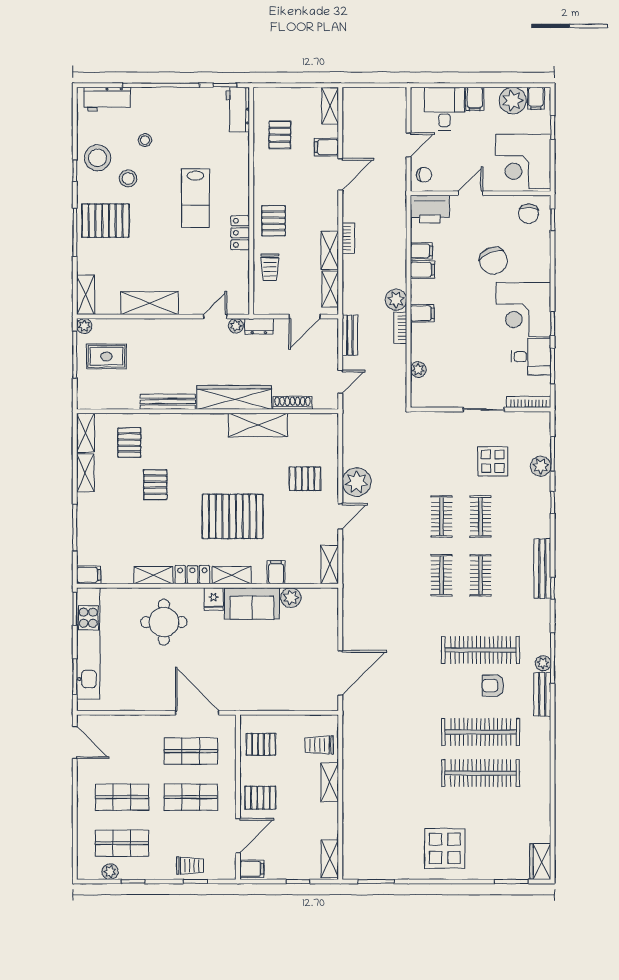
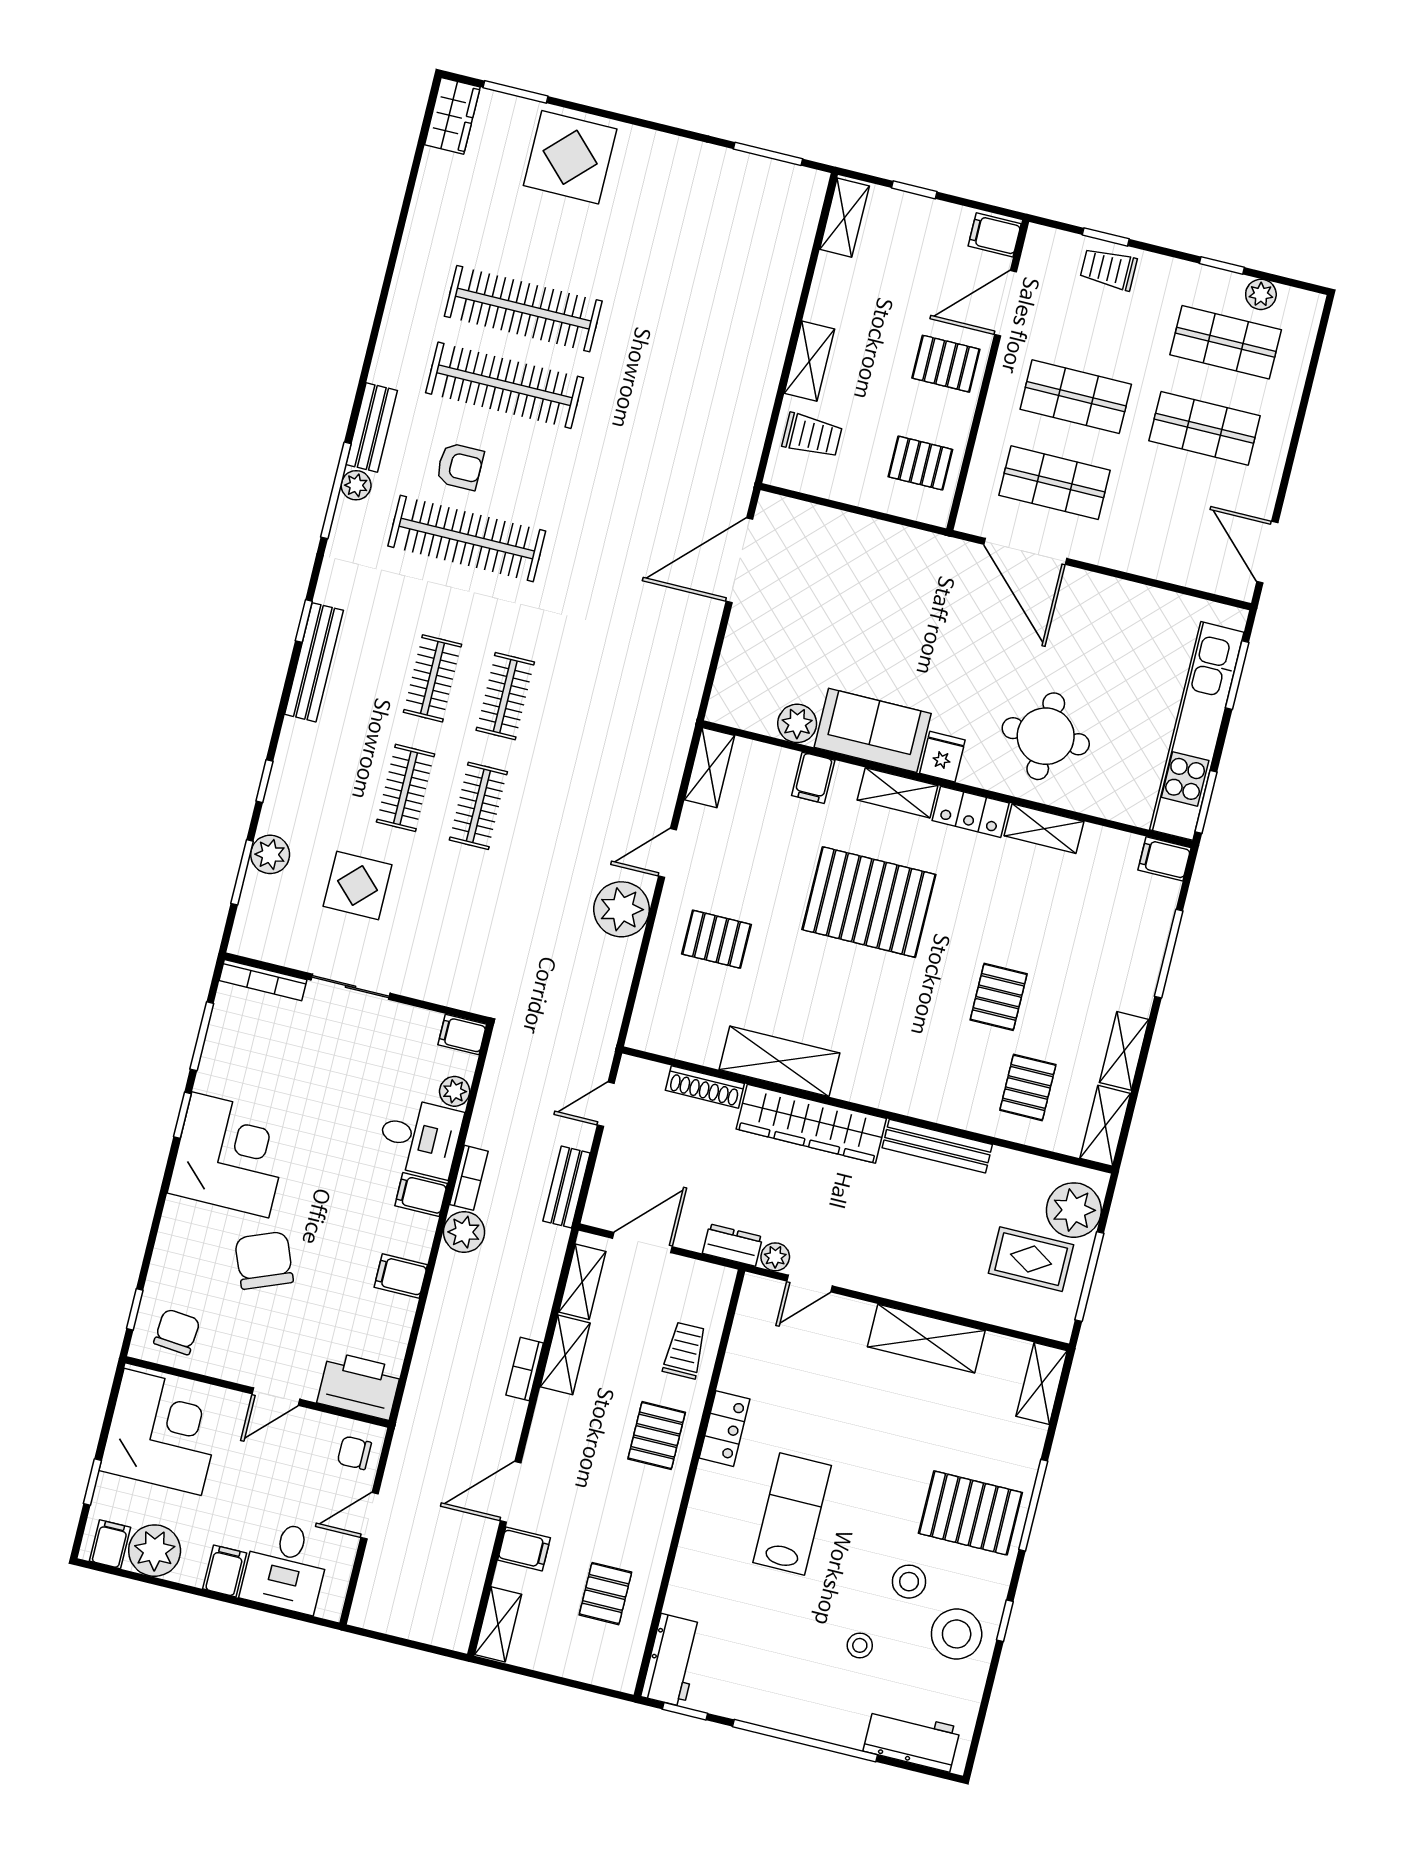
filing cabinet: (421, 251) -> (462, 1035), moved
plant: (84, 326) -> (1074, 1210), moved, width x1.88, depth x1.88
desk: (531, 357) -> (420, 1137), moved, turned 180
display table: (445, 848) -> (570, 157), moved

